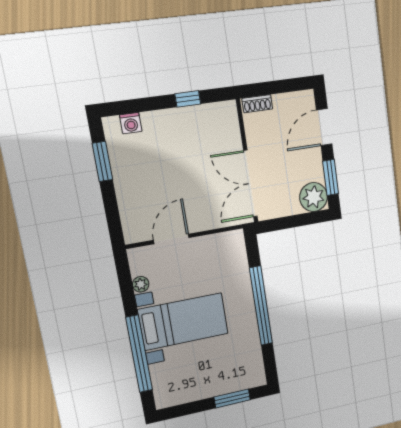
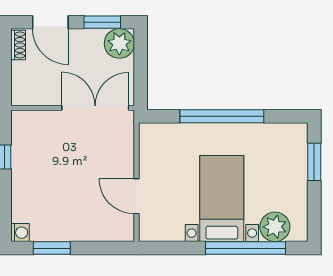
shoe rack: (257, 104) -> (18, 45), moved
washing machine: (131, 123) -> (20, 233), moved
double door: (250, 184) -> (95, 108), swing flipped
plant: (141, 284) -> (275, 227), moved, width x1.88, depth x1.88

